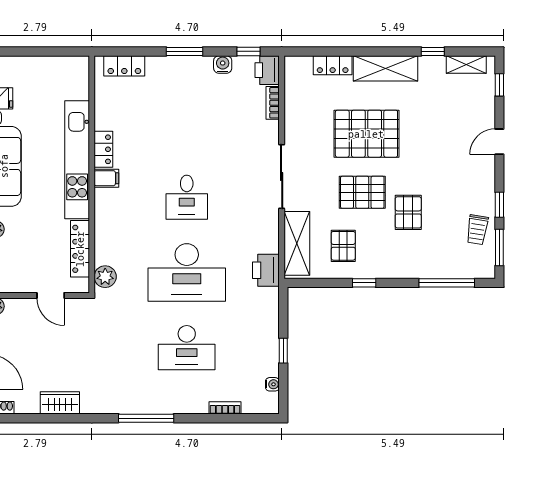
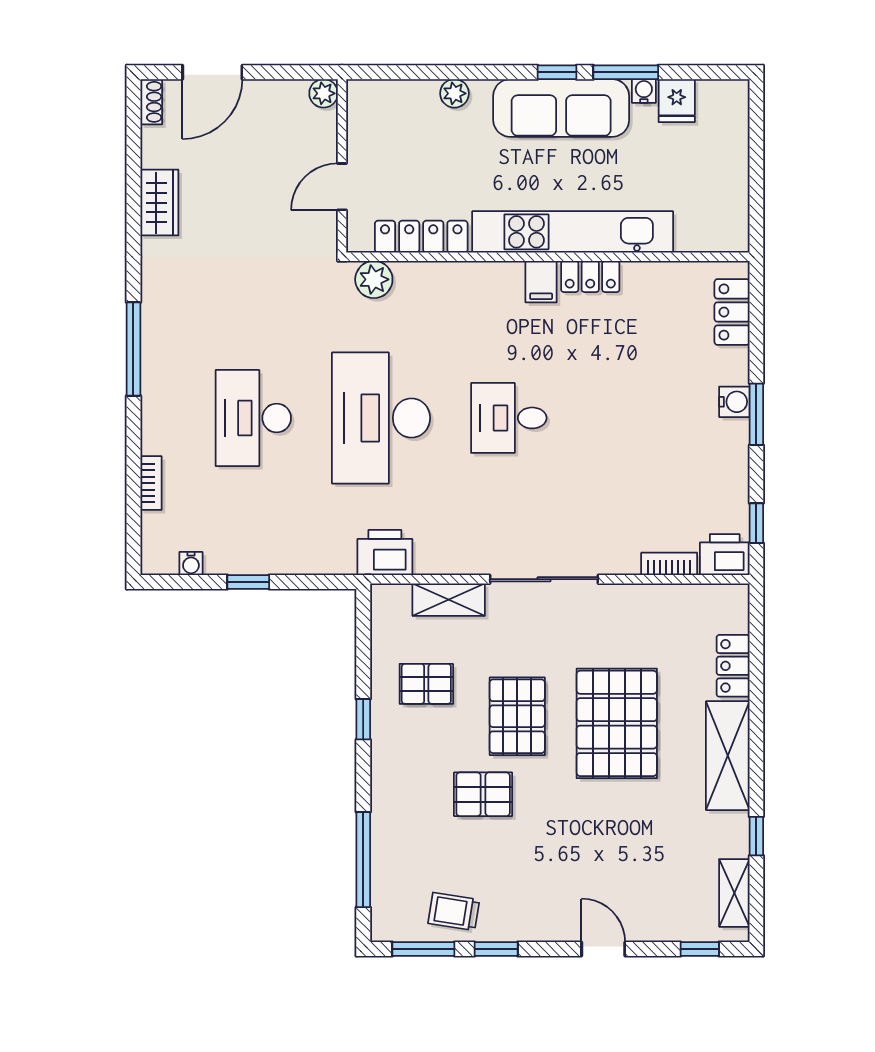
water cooler: (223, 64) -> (734, 402), moved
shelving: (297, 243) -> (449, 600), width x0.67, depth x0.75

